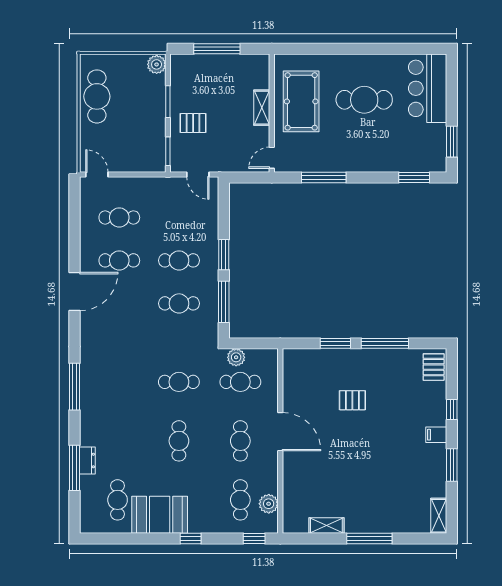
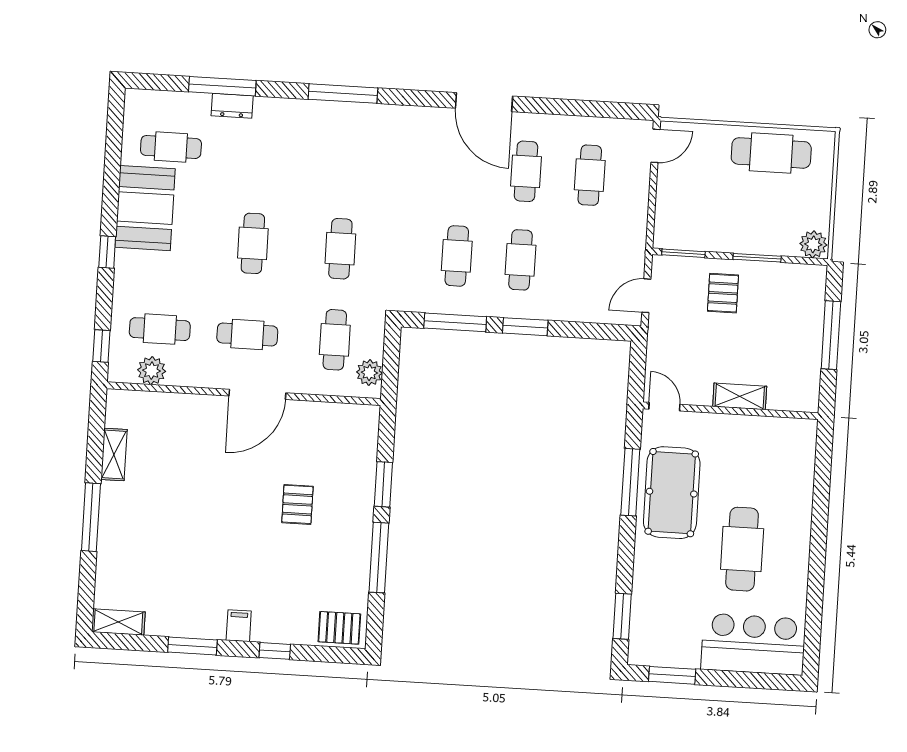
pool table: (301, 101) -> (672, 493), moved, turned 90
plant: (236, 357) -> (369, 373), moved
cafe table: (179, 441) -> (253, 243), turned 90

